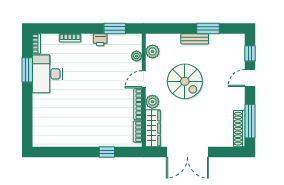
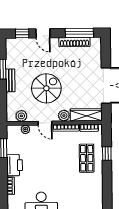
printer: (100, 40) -> (15, 165), width x1.87, depth x1.48
shop shelf: (102, 128) -> (87, 158), added
shoe rack: (239, 129) -> (74, 42), moved

